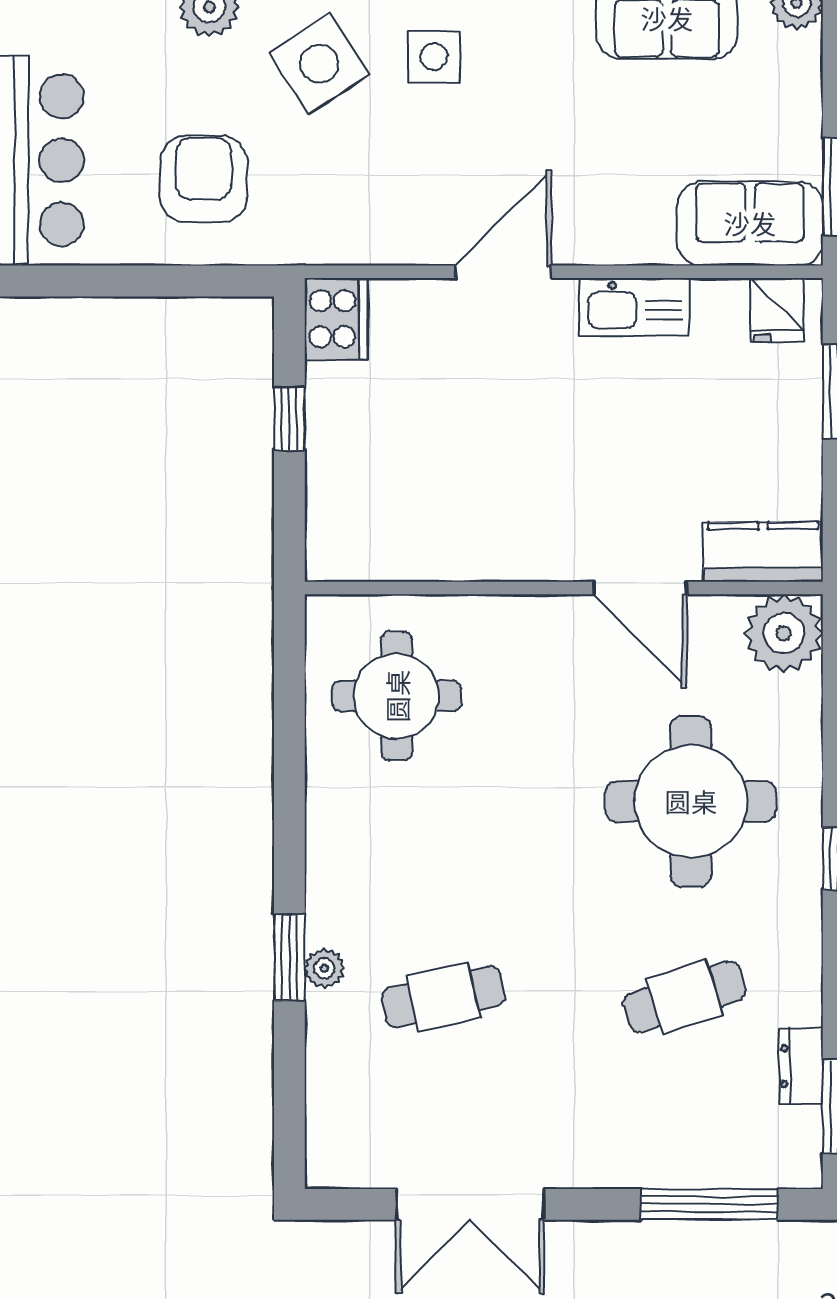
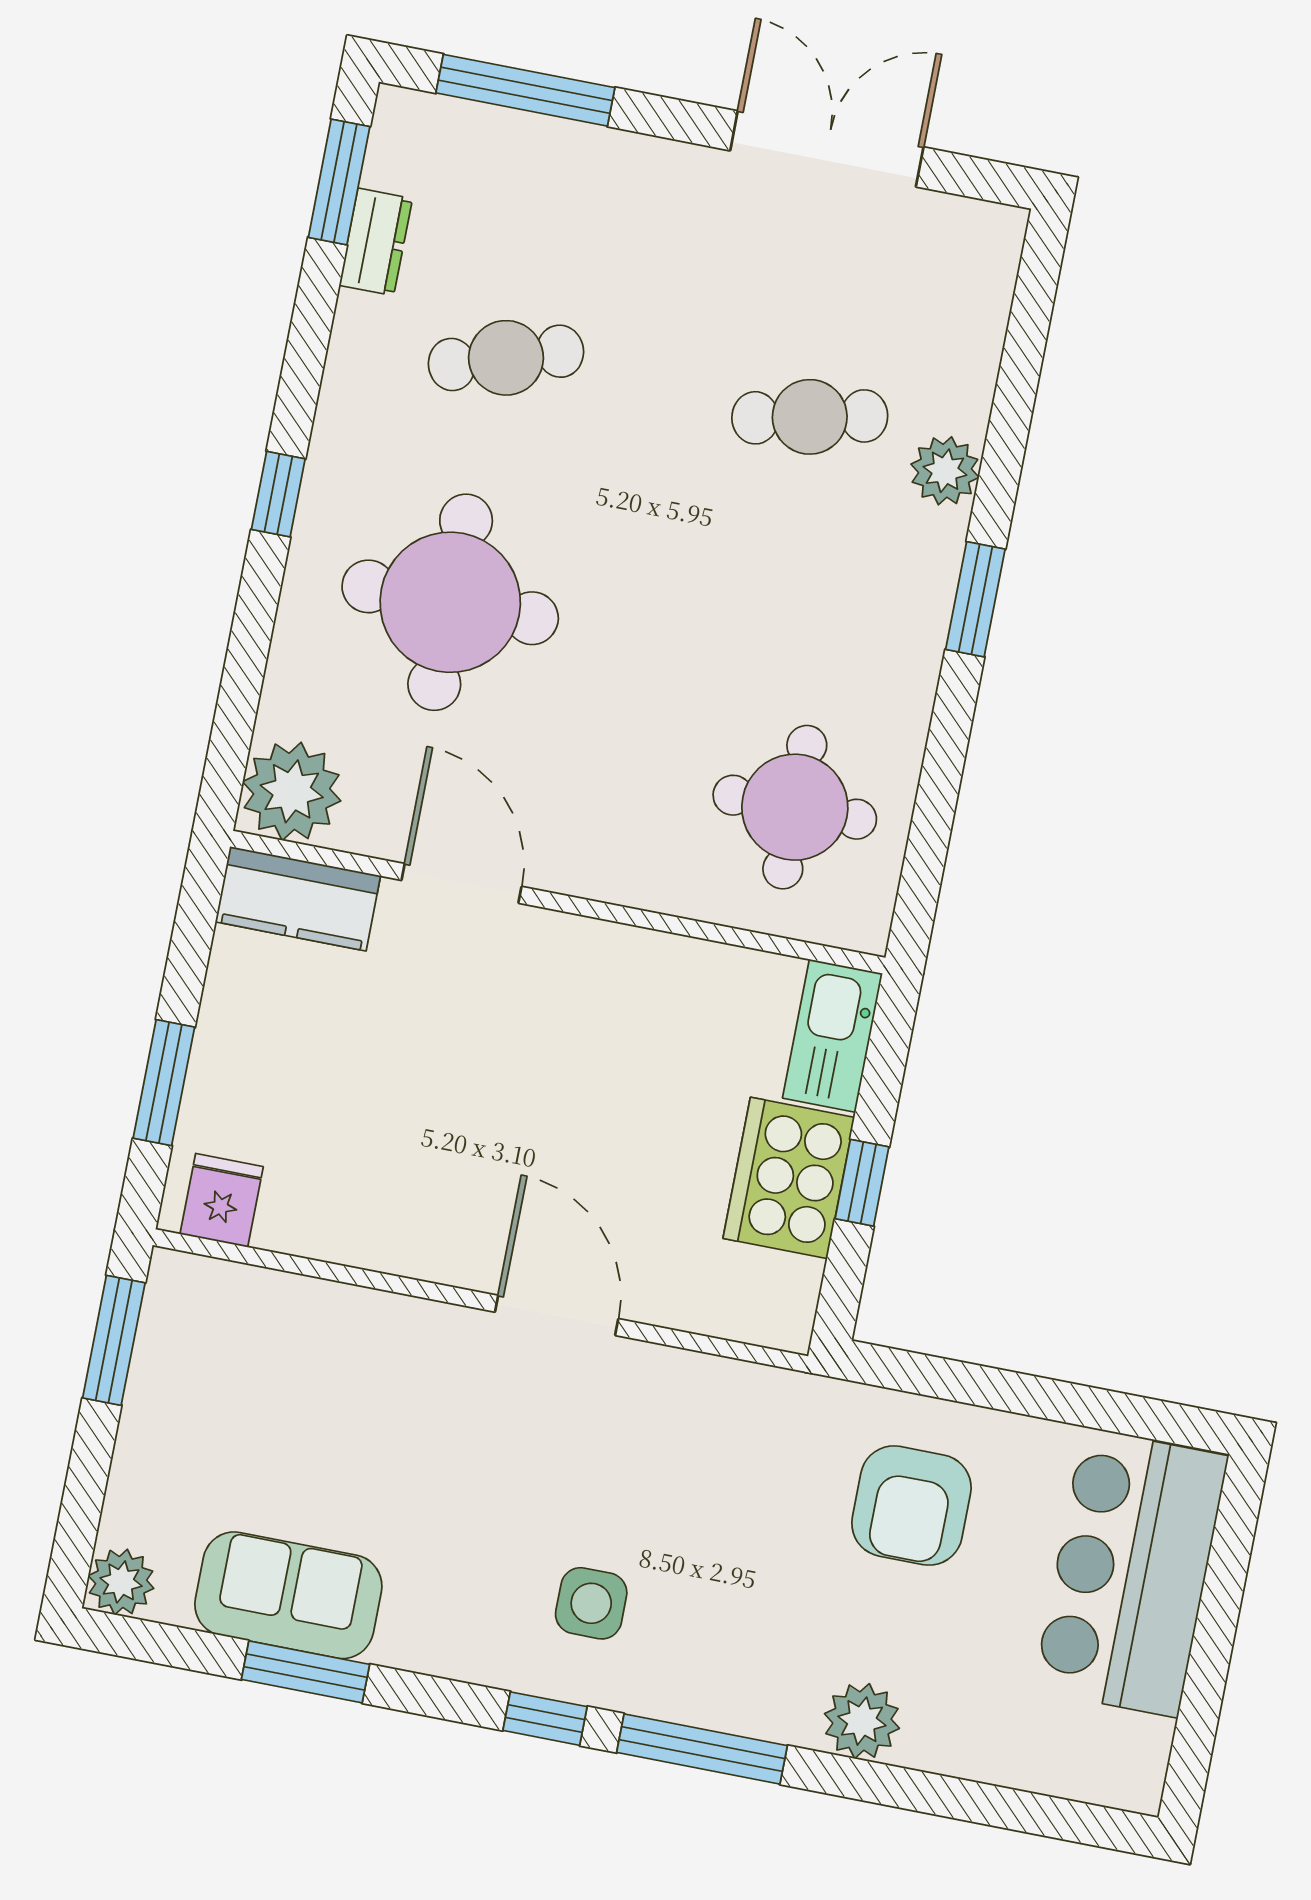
side table: (319, 64) -> (737, 1623), removed
sofa: (750, 223) -> (234, 1316), removed
door: (503, 272) -> (557, 1315), swing flipped
kitchen sink: (634, 307) -> (833, 1036), moved, turned -90
cooker: (336, 319) -> (789, 1178), moved, width x1.37, depth x1.31
window: (289, 958) -> (975, 599), moved
plant: (324, 968) -> (945, 471), width x1.38, depth x1.38

